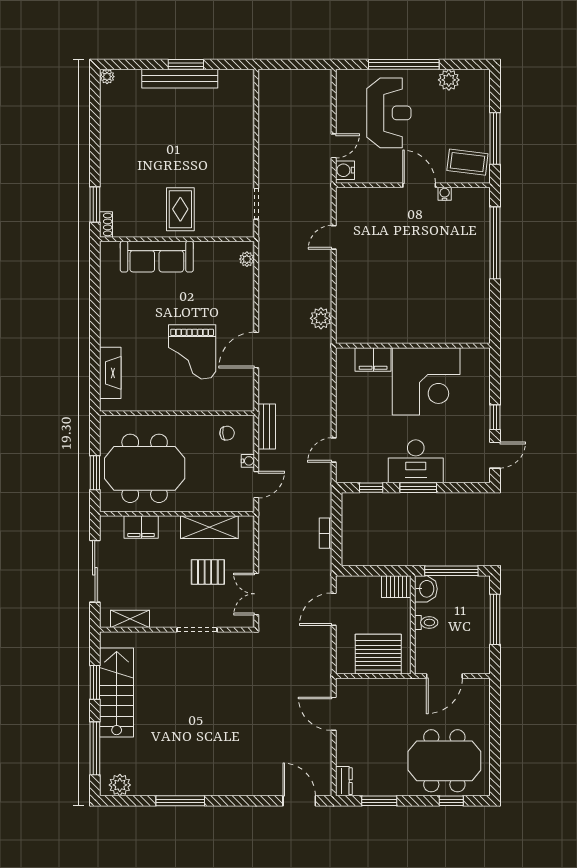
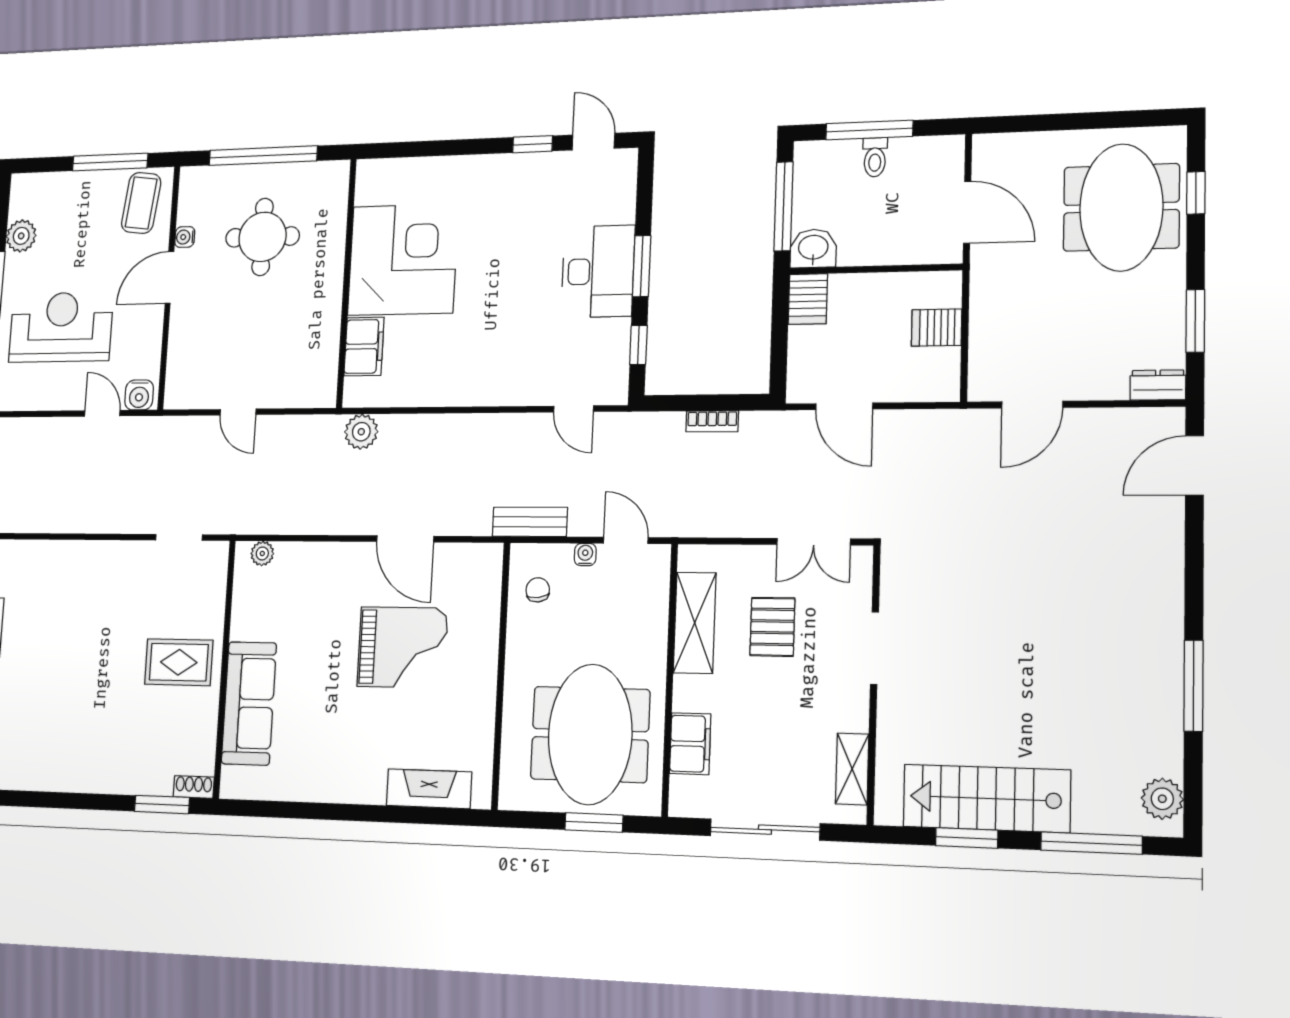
round table: (443, 246) -> (263, 237), added
wall: (413, 346) -> (346, 283), moved
filing cabinet: (373, 359) -> (364, 346), moved
corner desk: (426, 381) -> (403, 260), moved
toilet: (426, 622) -> (875, 157), moved, turned 180
server rack: (378, 654) -> (937, 328), width x0.46, depth x0.70

